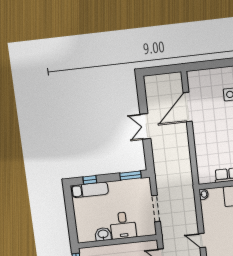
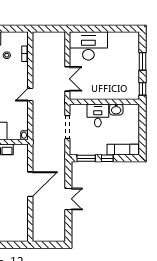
door: (188, 107) -> (30, 184), moved
window: (90, 180) -> (107, 158), moved
door: (202, 241) -> (30, 95), swing flipped

